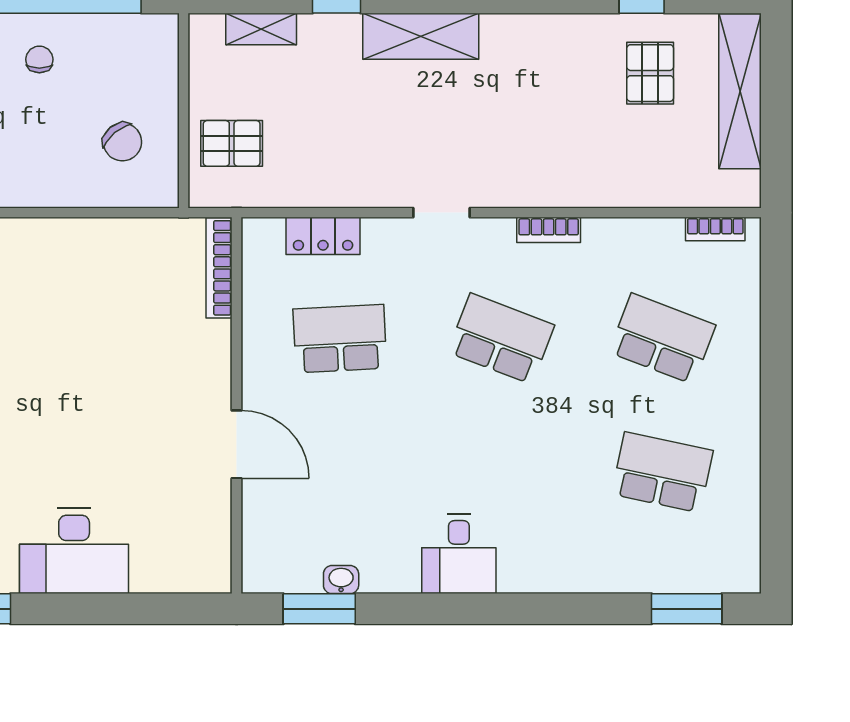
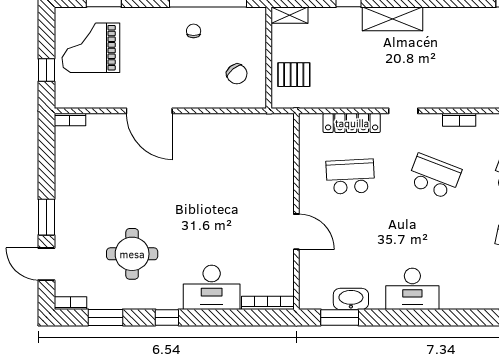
shelving: (261, 29) -> (289, 15), moved
locker: (323, 236) -> (352, 123), width x1.53
bookcase: (219, 268) -> (268, 303), moved, turned 90
desk: (459, 554) -> (412, 289), width x1.37
washbasin: (341, 580) -> (351, 299), width x1.91, depth x1.45

